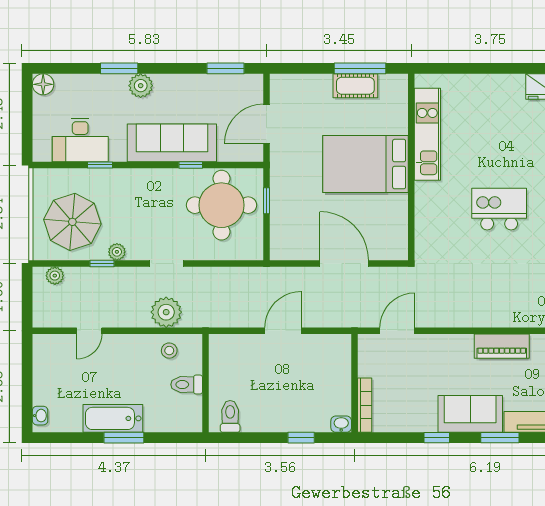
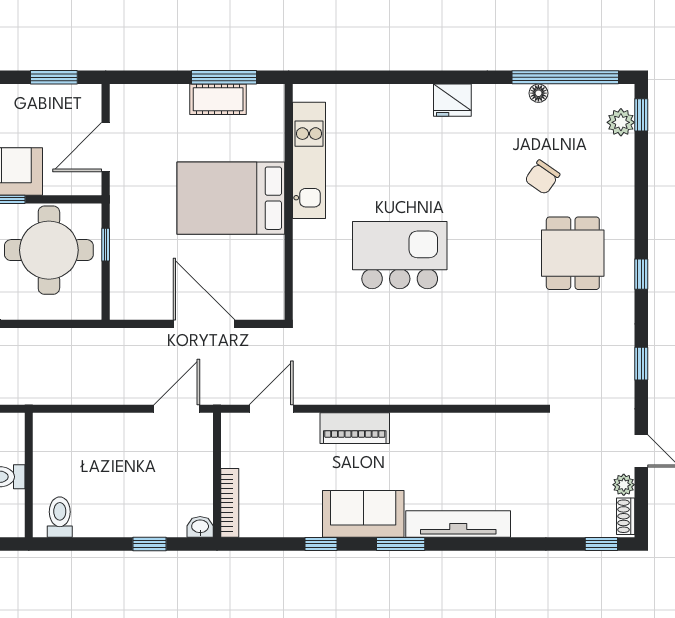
kitchen island: (499, 209) -> (400, 255), width x1.37, depth x1.28
door: (283, 331) -> (177, 409), moved
piano: (502, 346) -> (355, 428), moved

